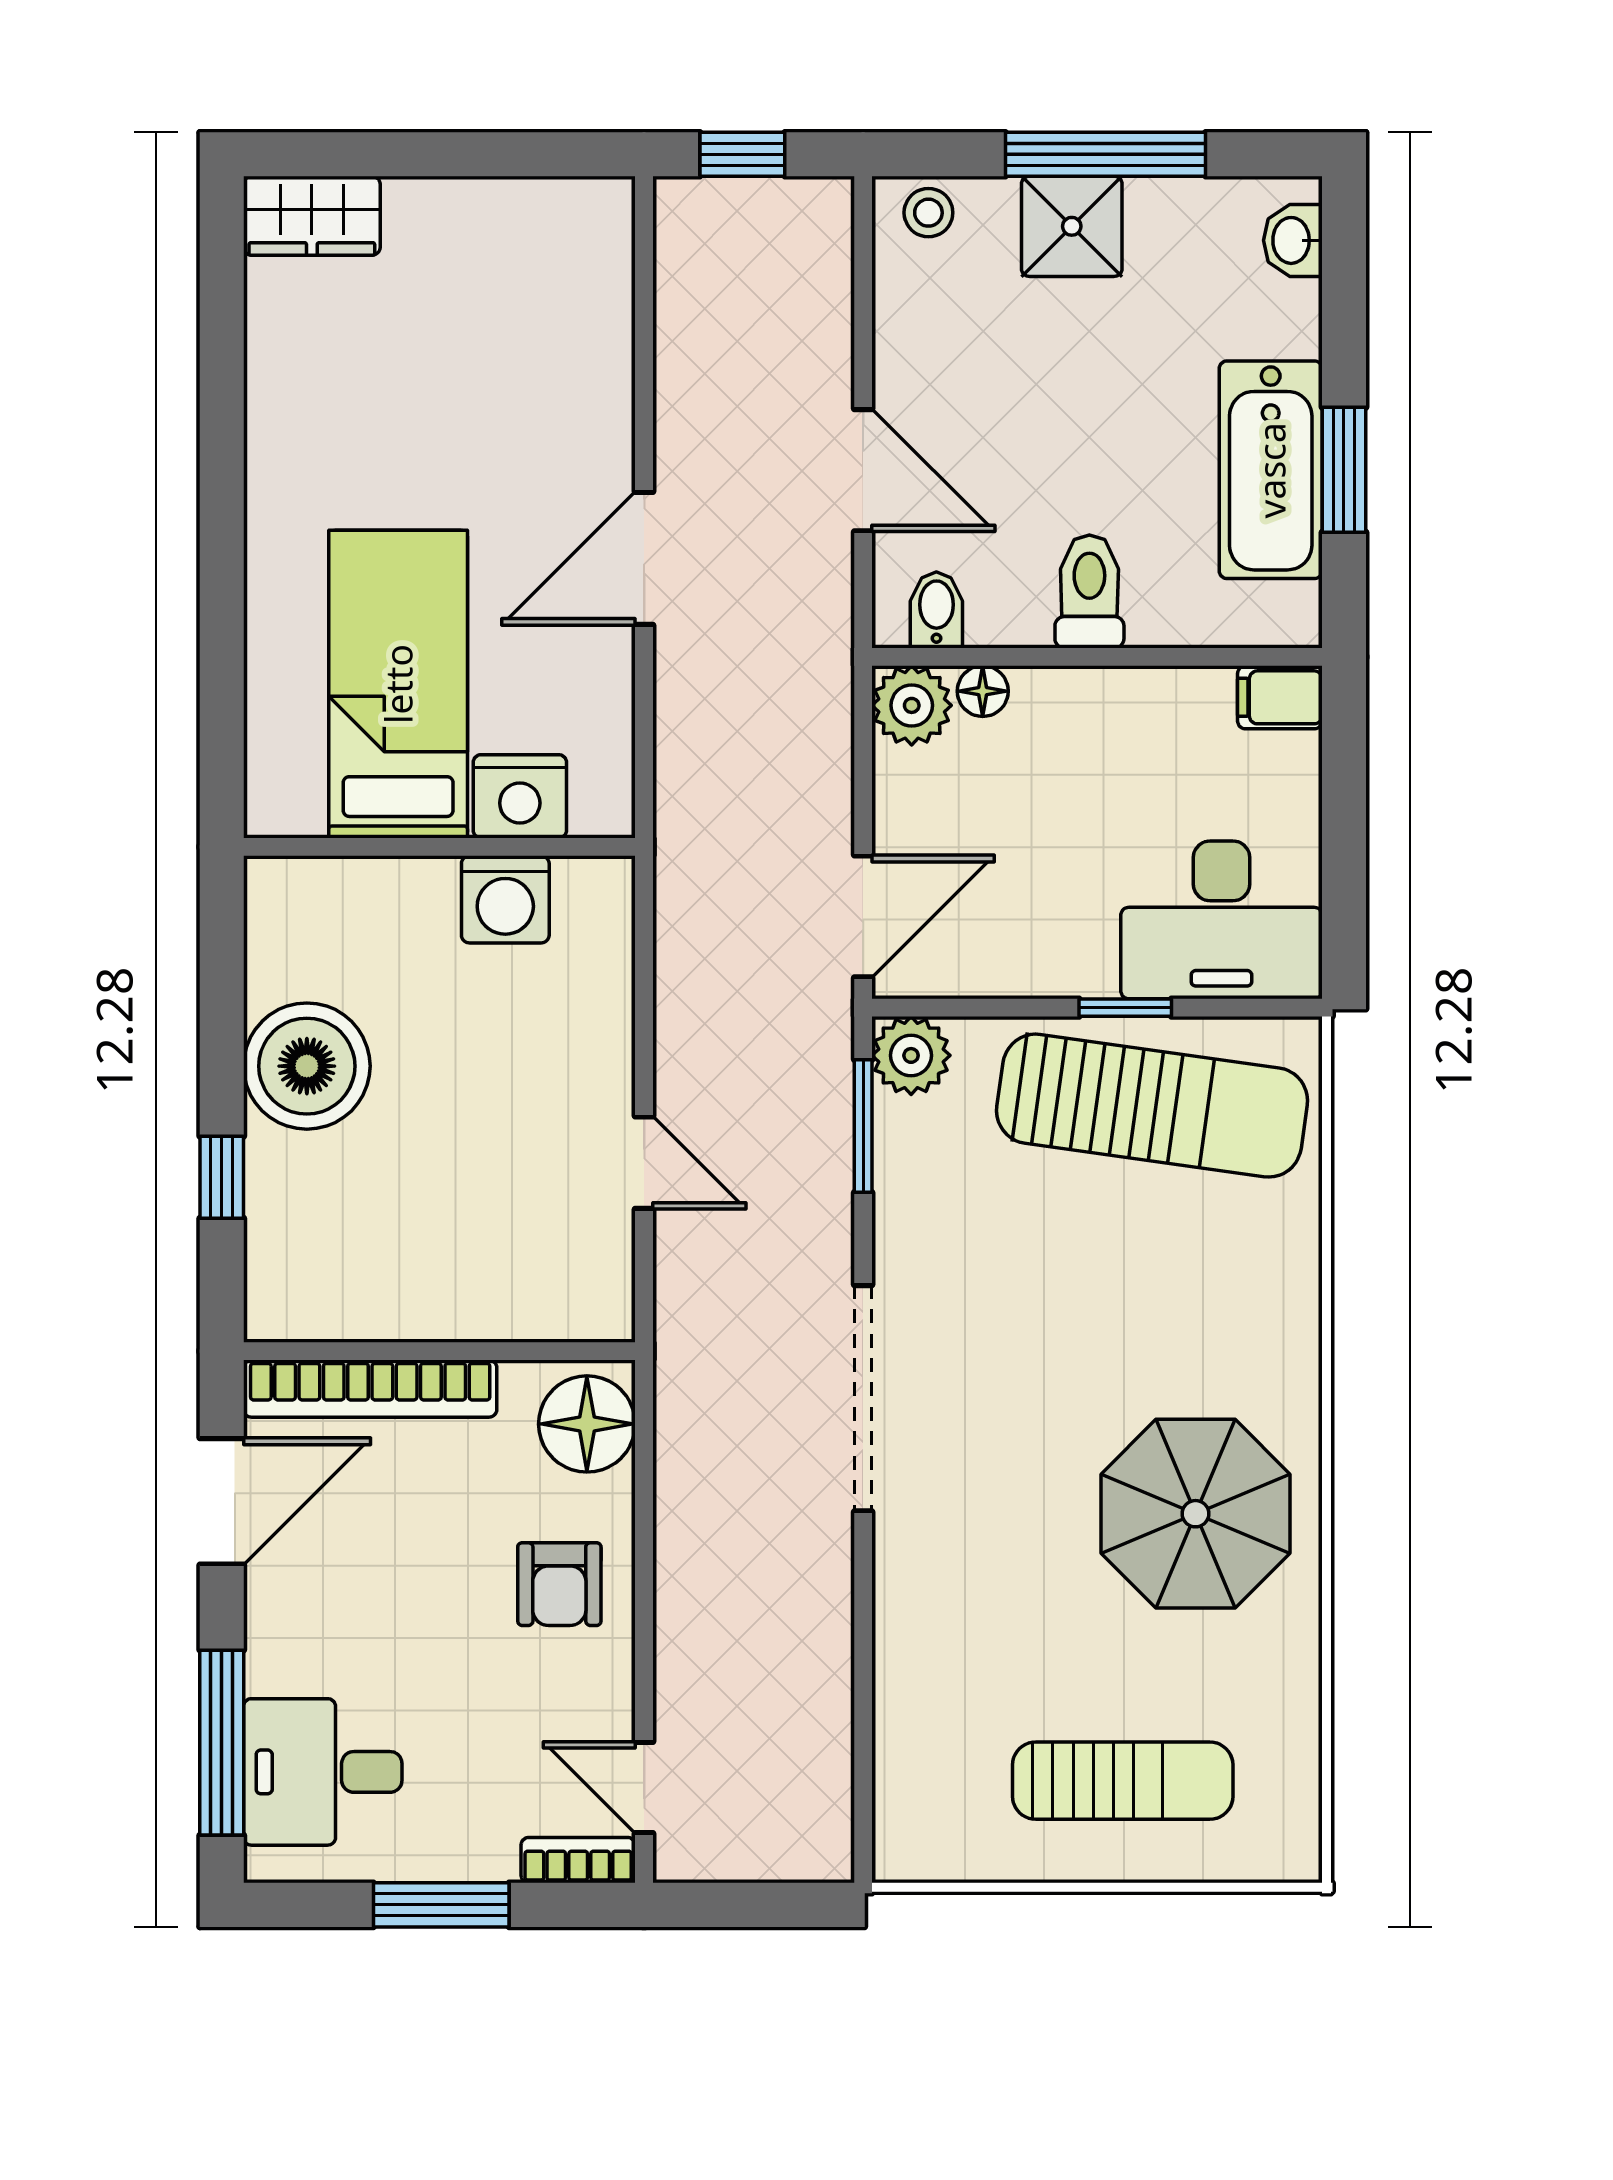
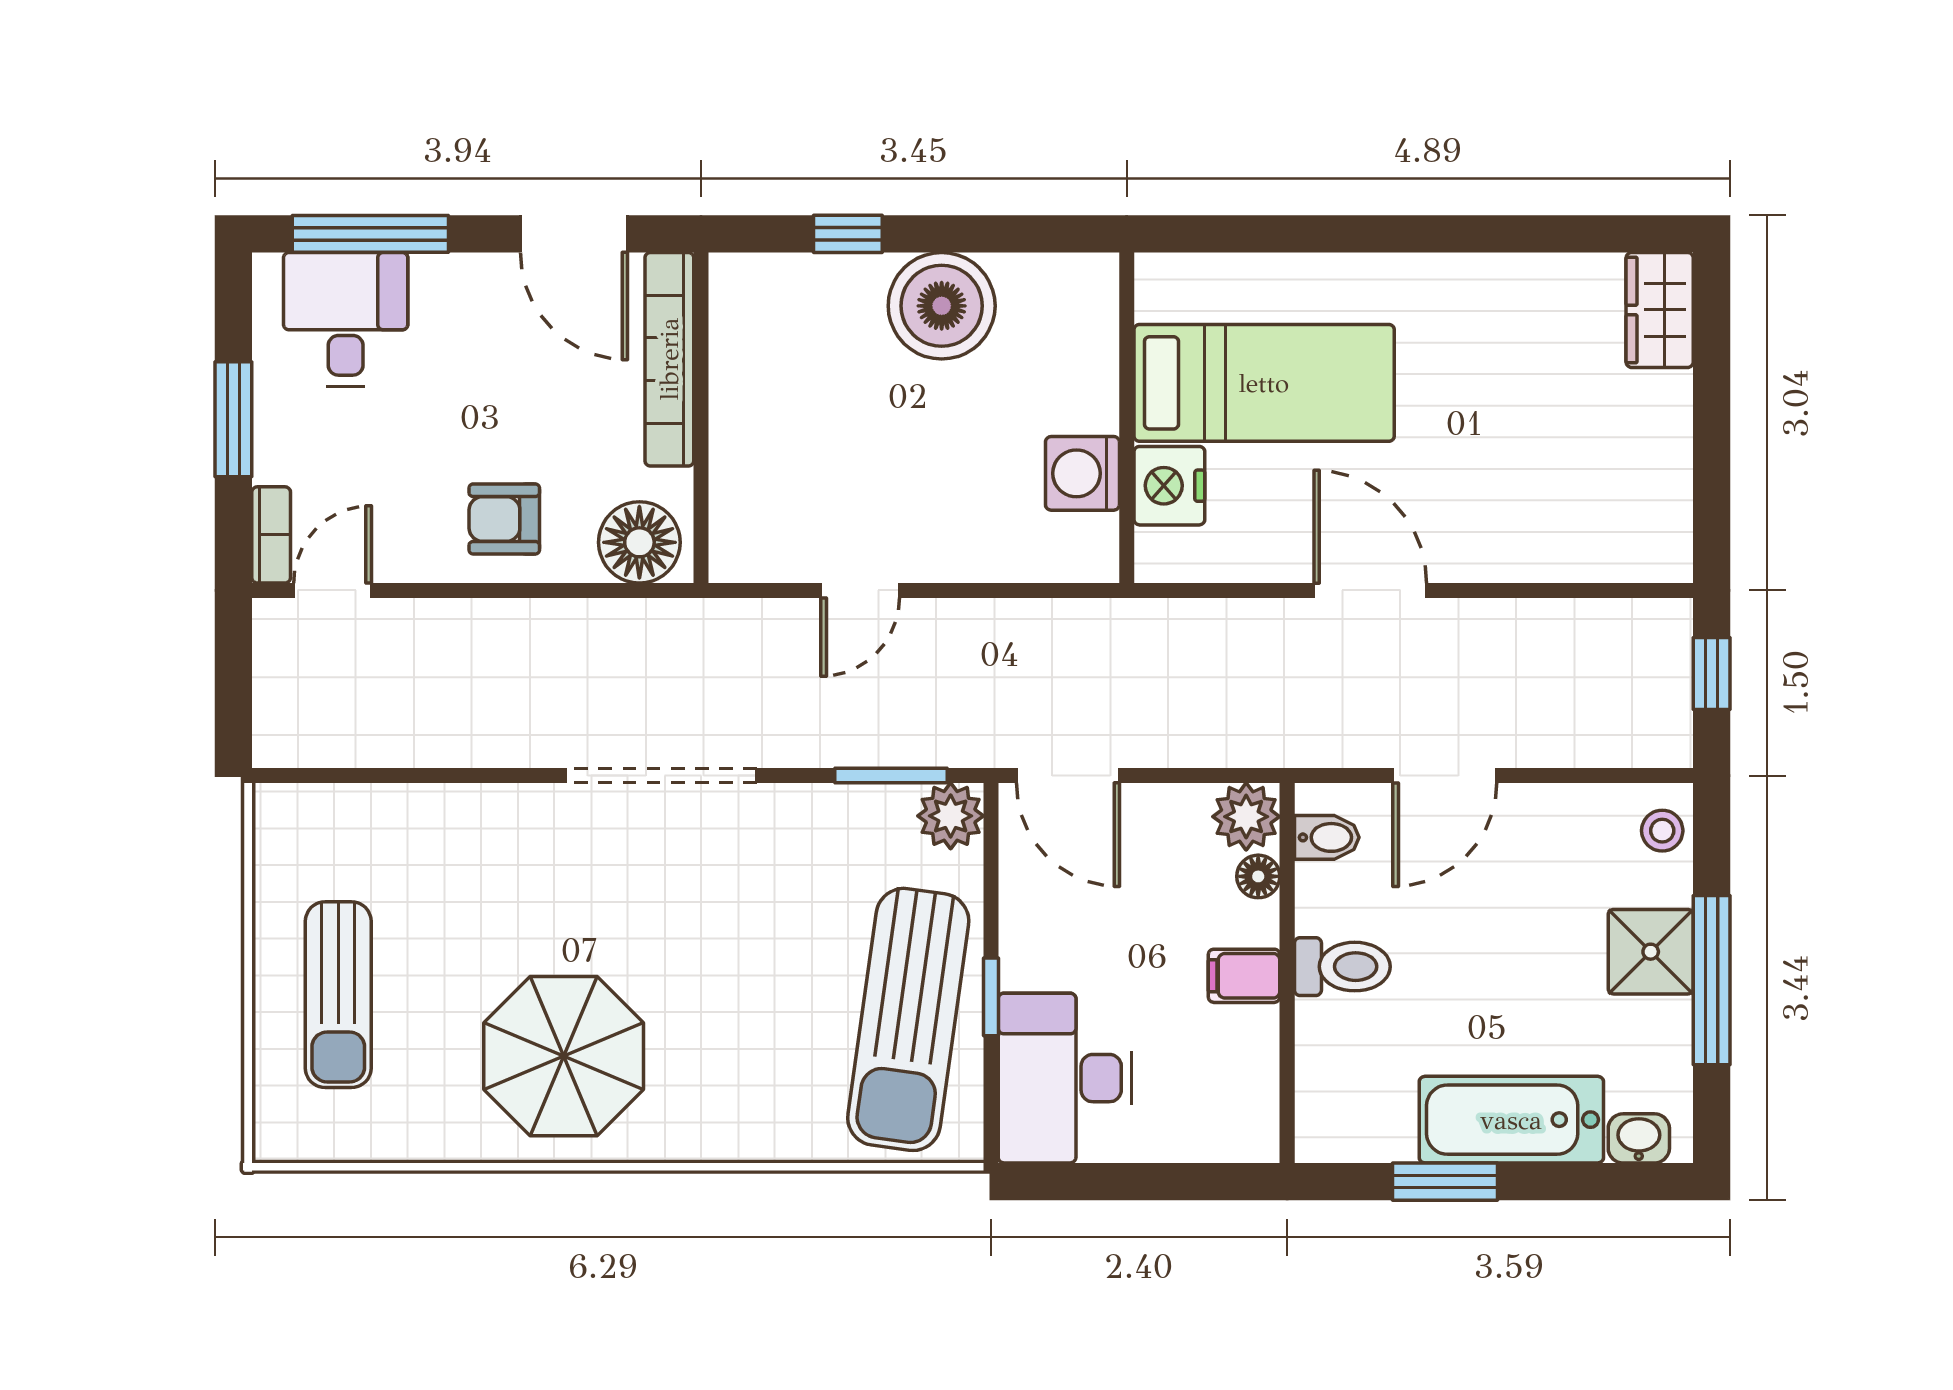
bathtub: (1271, 470) -> (1511, 1120), moved
filing cabinet: (1280, 697) -> (1244, 976), moved, turned -90

